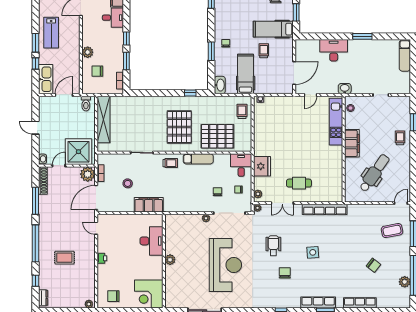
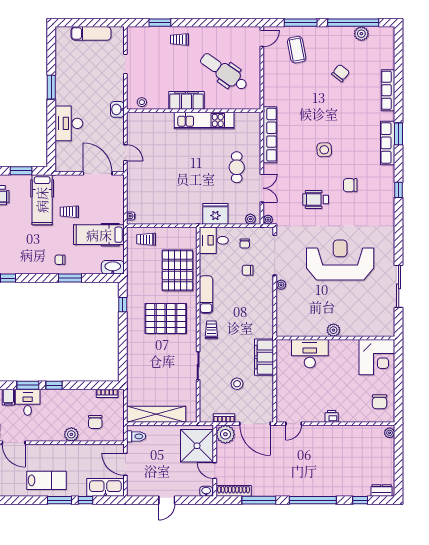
exam couch: (405, 56) -> (91, 33), moved
window: (126, 61) -> (28, 385), moved
kitchen unit: (336, 122) -> (204, 120), moved
door: (401, 203) -> (262, 38), swing flipped
rug: (64, 258) -> (331, 464), removed

